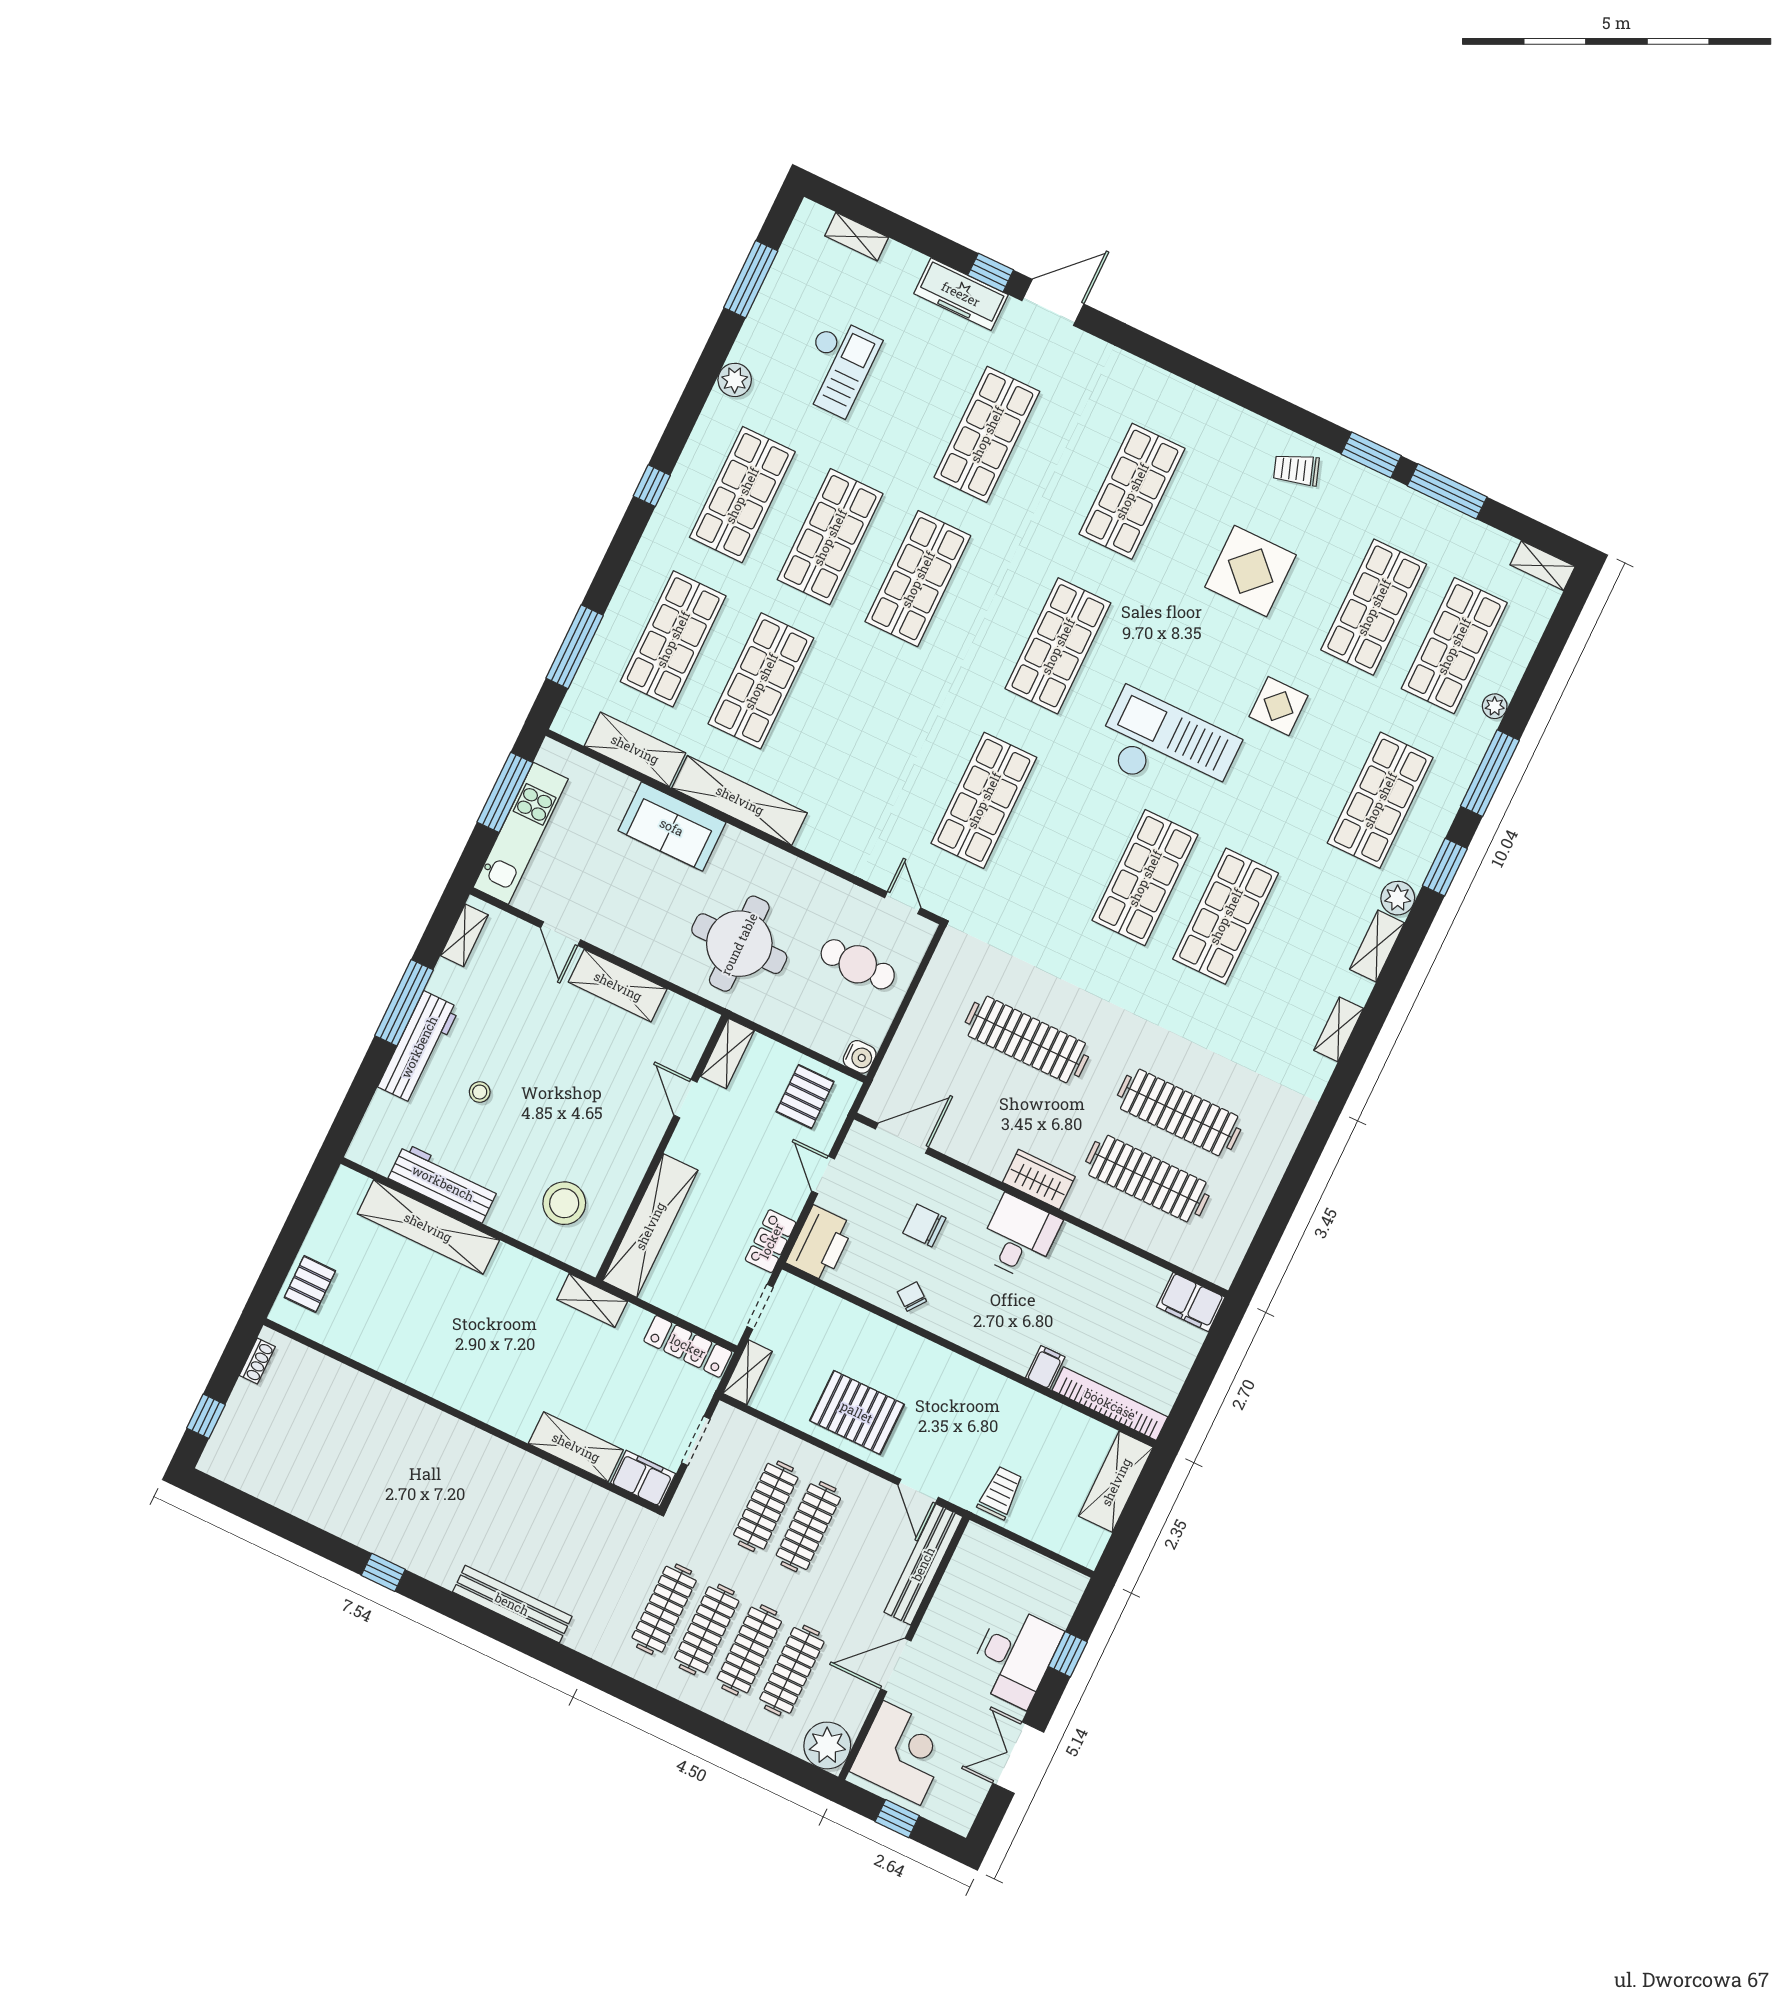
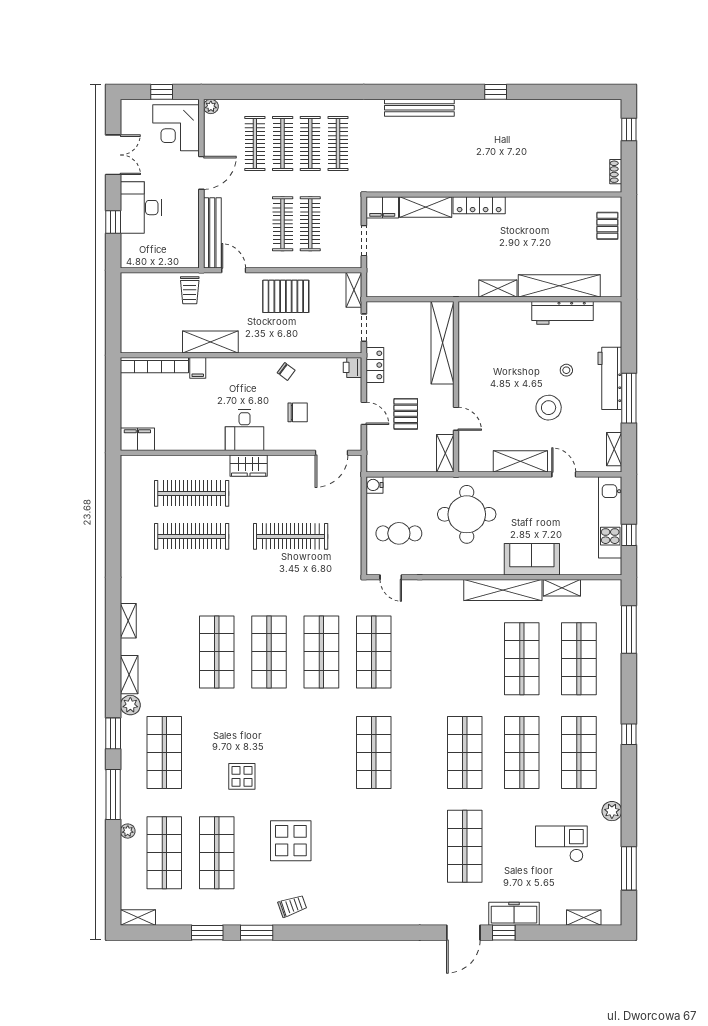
checkout: (837, 367) -> (561, 844), turned 90
shop shelf: (1132, 491) -> (321, 652), moved
window: (1447, 491) -> (207, 933), width x0.69
checkout: (1167, 748) -> (290, 726), removed
shelving: (635, 749) -> (562, 588), width x0.67, depth x0.75
window: (505, 792) -> (629, 535), width x0.46
pallet: (805, 1097) -> (406, 414), moved
stool: (564, 1203) -> (549, 408), moved
printer: (820, 1244) -> (352, 367), width x0.53, depth x0.68
shelving: (592, 1300) -> (498, 289), moved
locker: (688, 1346) -> (479, 205), moved, turned 180
shelving: (1116, 1482) -> (210, 342), moved, turned 90
plant: (827, 1745) -> (211, 106), width x0.53, depth x0.53

